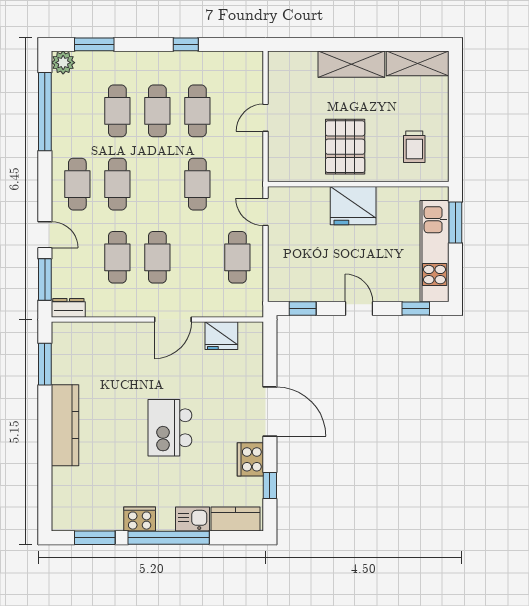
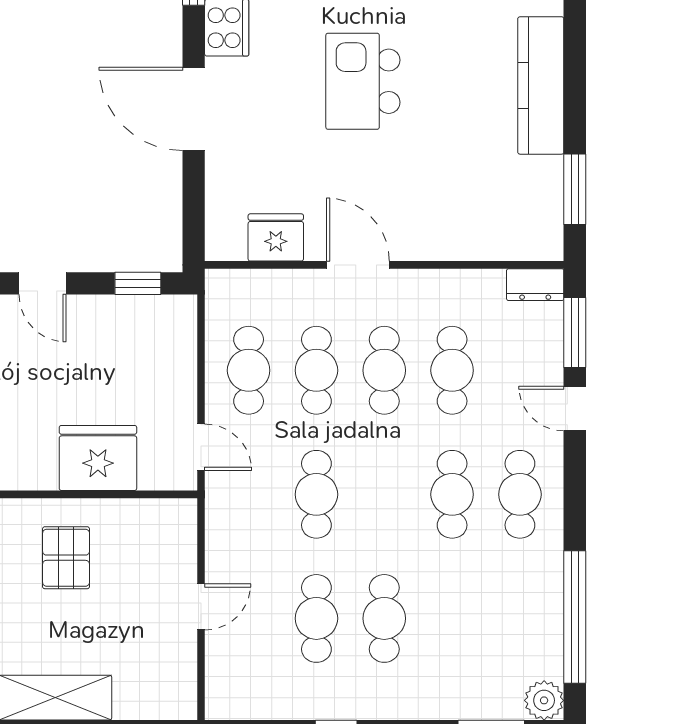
cafe table: (117, 111) -> (316, 370), moved
pallet: (345, 147) -> (66, 558), width x0.67, depth x0.71
fridge: (353, 206) -> (98, 458), moved
door: (173, 319) -> (358, 265), hinge flipped
kitchen island: (170, 428) -> (363, 81), turned 180

